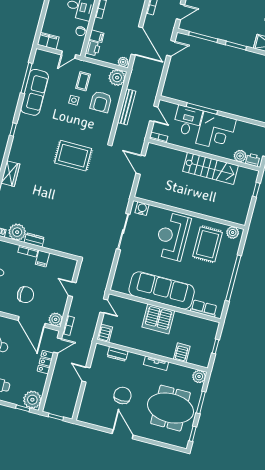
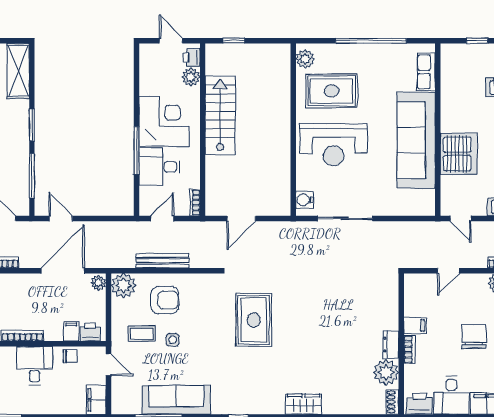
door: (104, 306) -> (461, 218), swing flipped
server rack: (158, 319) -> (459, 154), moved

